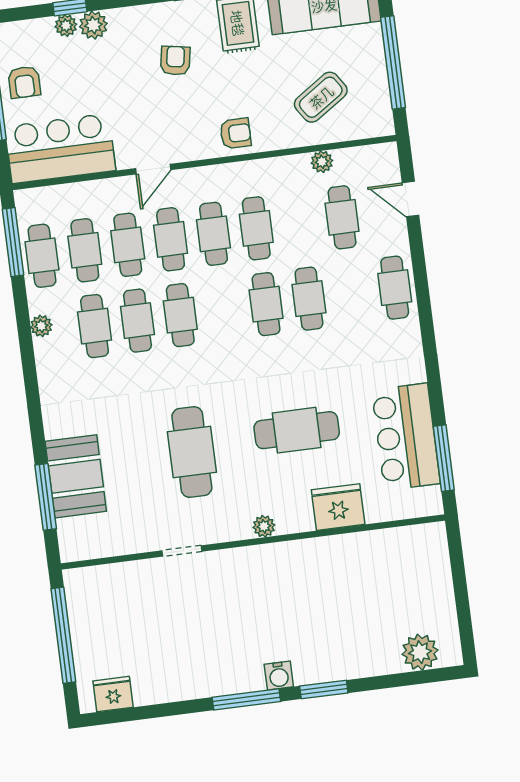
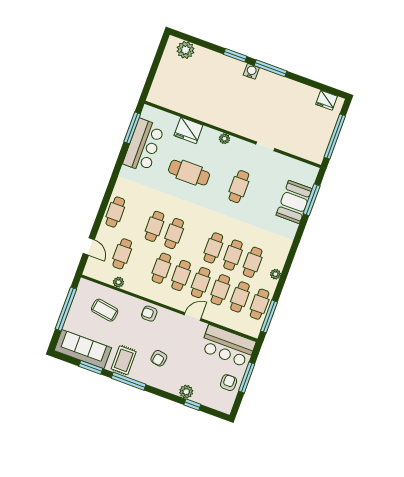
plant: (66, 26) -> (198, 398), removed
coffee table: (321, 97) -> (105, 310), turned 43
cafe table: (192, 452) -> (239, 187), width x0.73, depth x0.74

